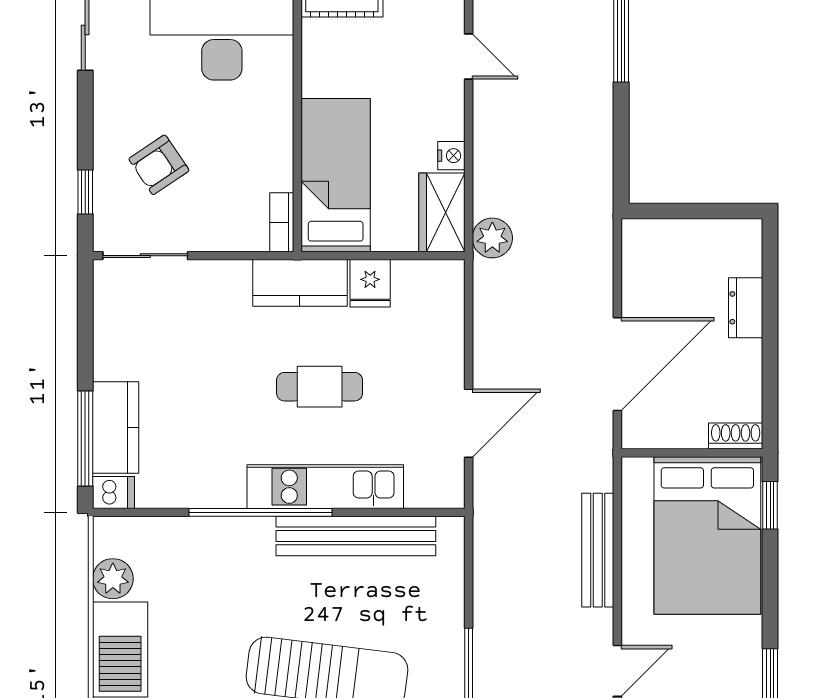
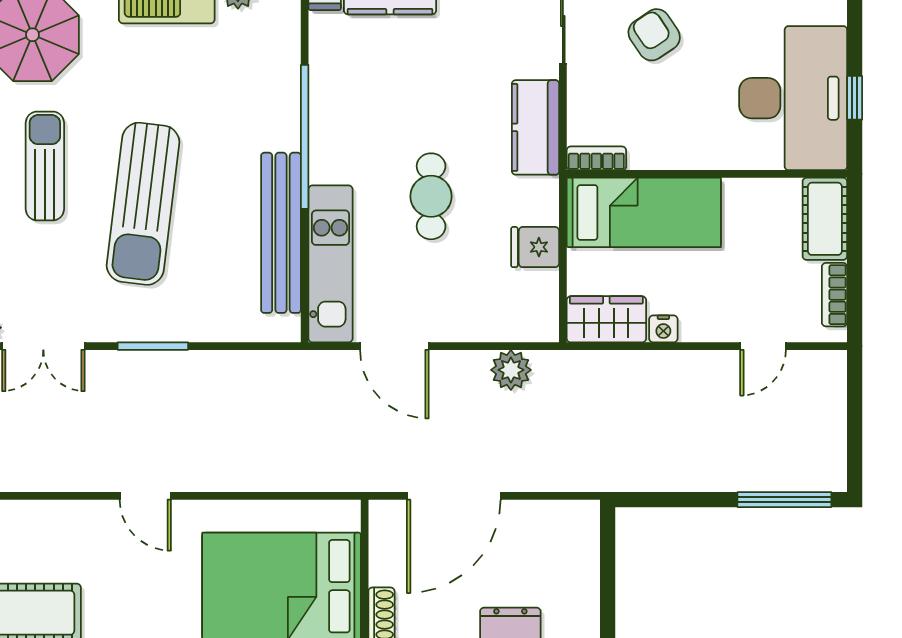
plant: (492, 238) -> (511, 370), moved
kitchen counter: (300, 283) -> (535, 127), moved
door: (617, 364) -> (454, 496), hinge flipped
kitchen unit: (325, 487) -> (331, 264), moved
bench: (598, 550) -> (267, 476), removed

